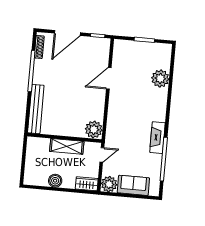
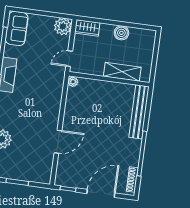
plant: (94, 129) -> (73, 82), width x0.53, depth x0.53
shelving: (67, 146) -> (122, 72), moved
sofa: (133, 185) -> (17, 28), moved, turned -90

